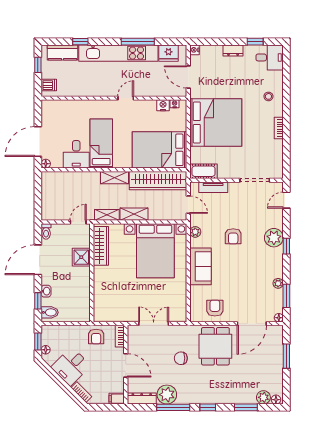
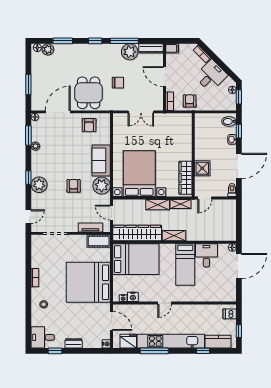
plant: (195, 232) -> (102, 186), width x1.87, depth x1.87

